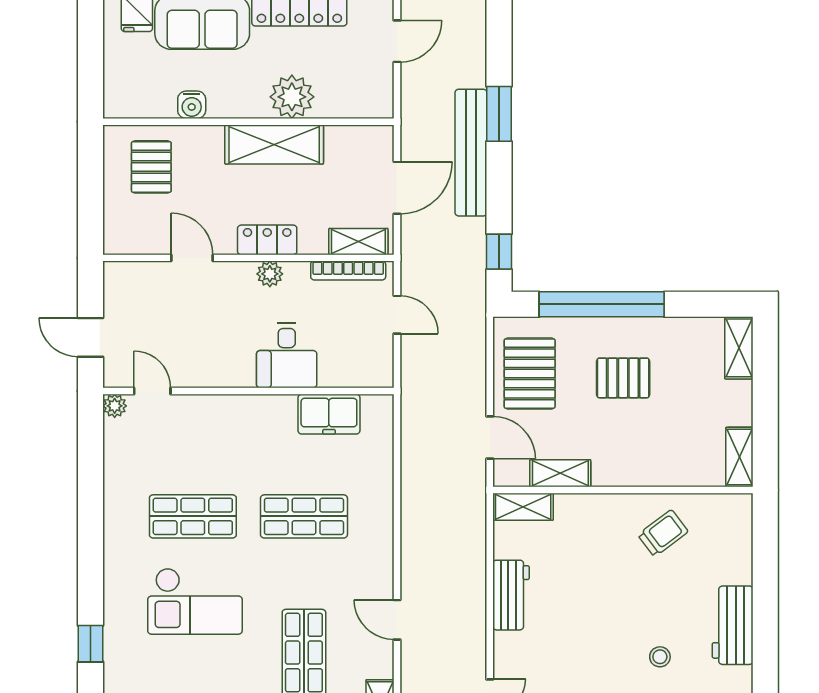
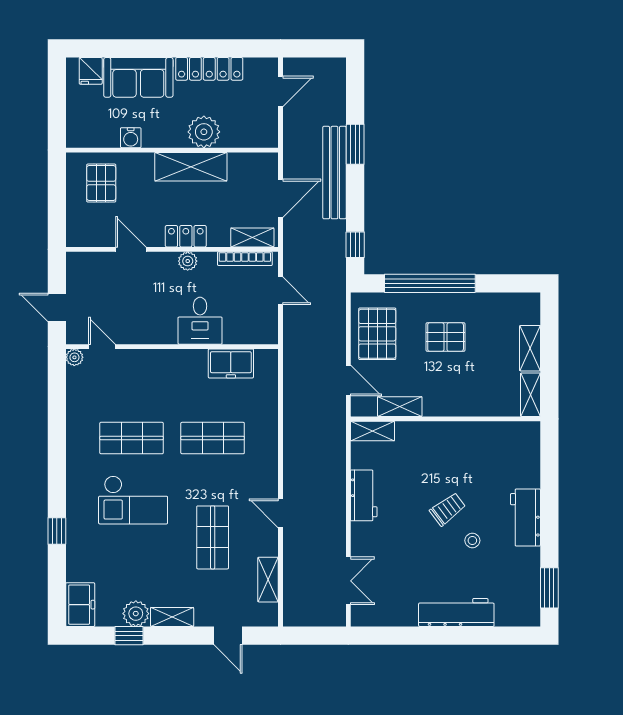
shelving: (739, 348) -> (530, 348), moved
trolley: (663, 533) -> (448, 509), moved

